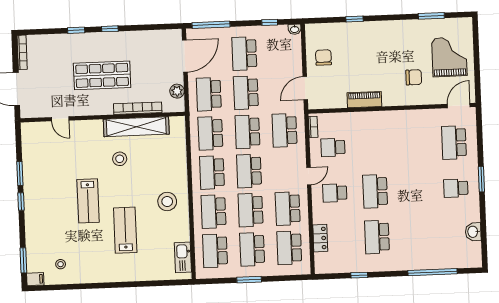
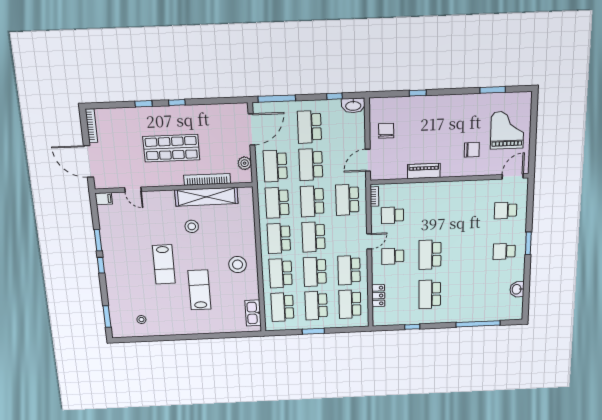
washbasin: (295, 29) -> (353, 105), width x1.91, depth x1.45
school desk: (454, 142) -> (506, 210), width x0.54
filing cabinet: (35, 279) -> (104, 199), moved

